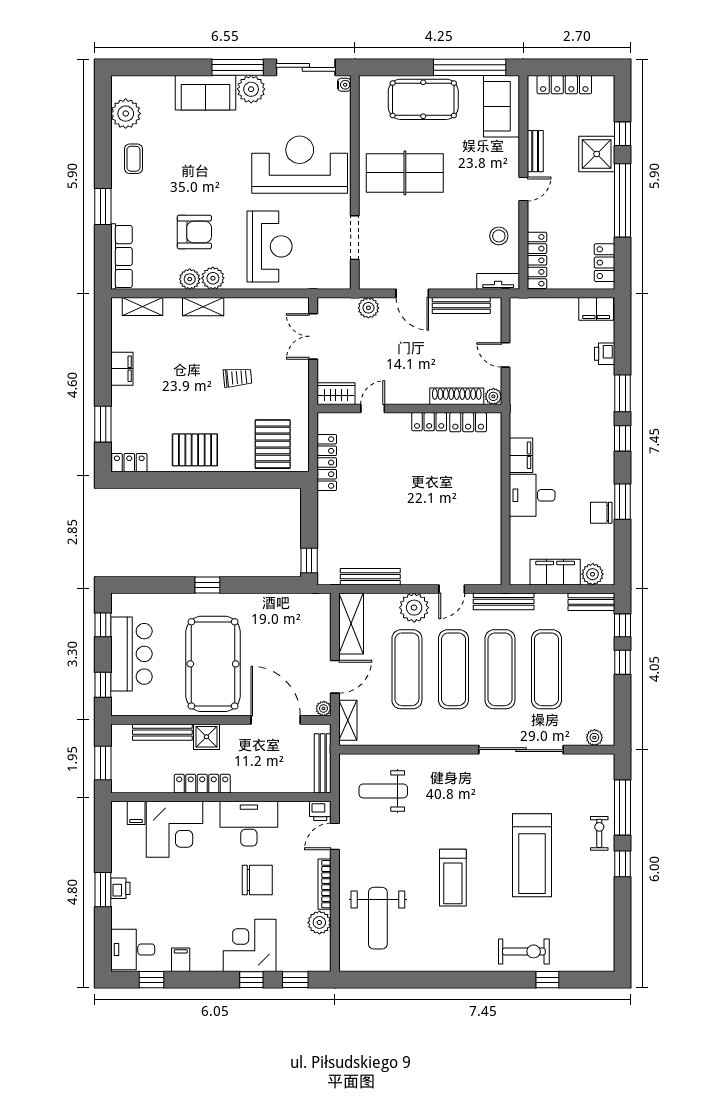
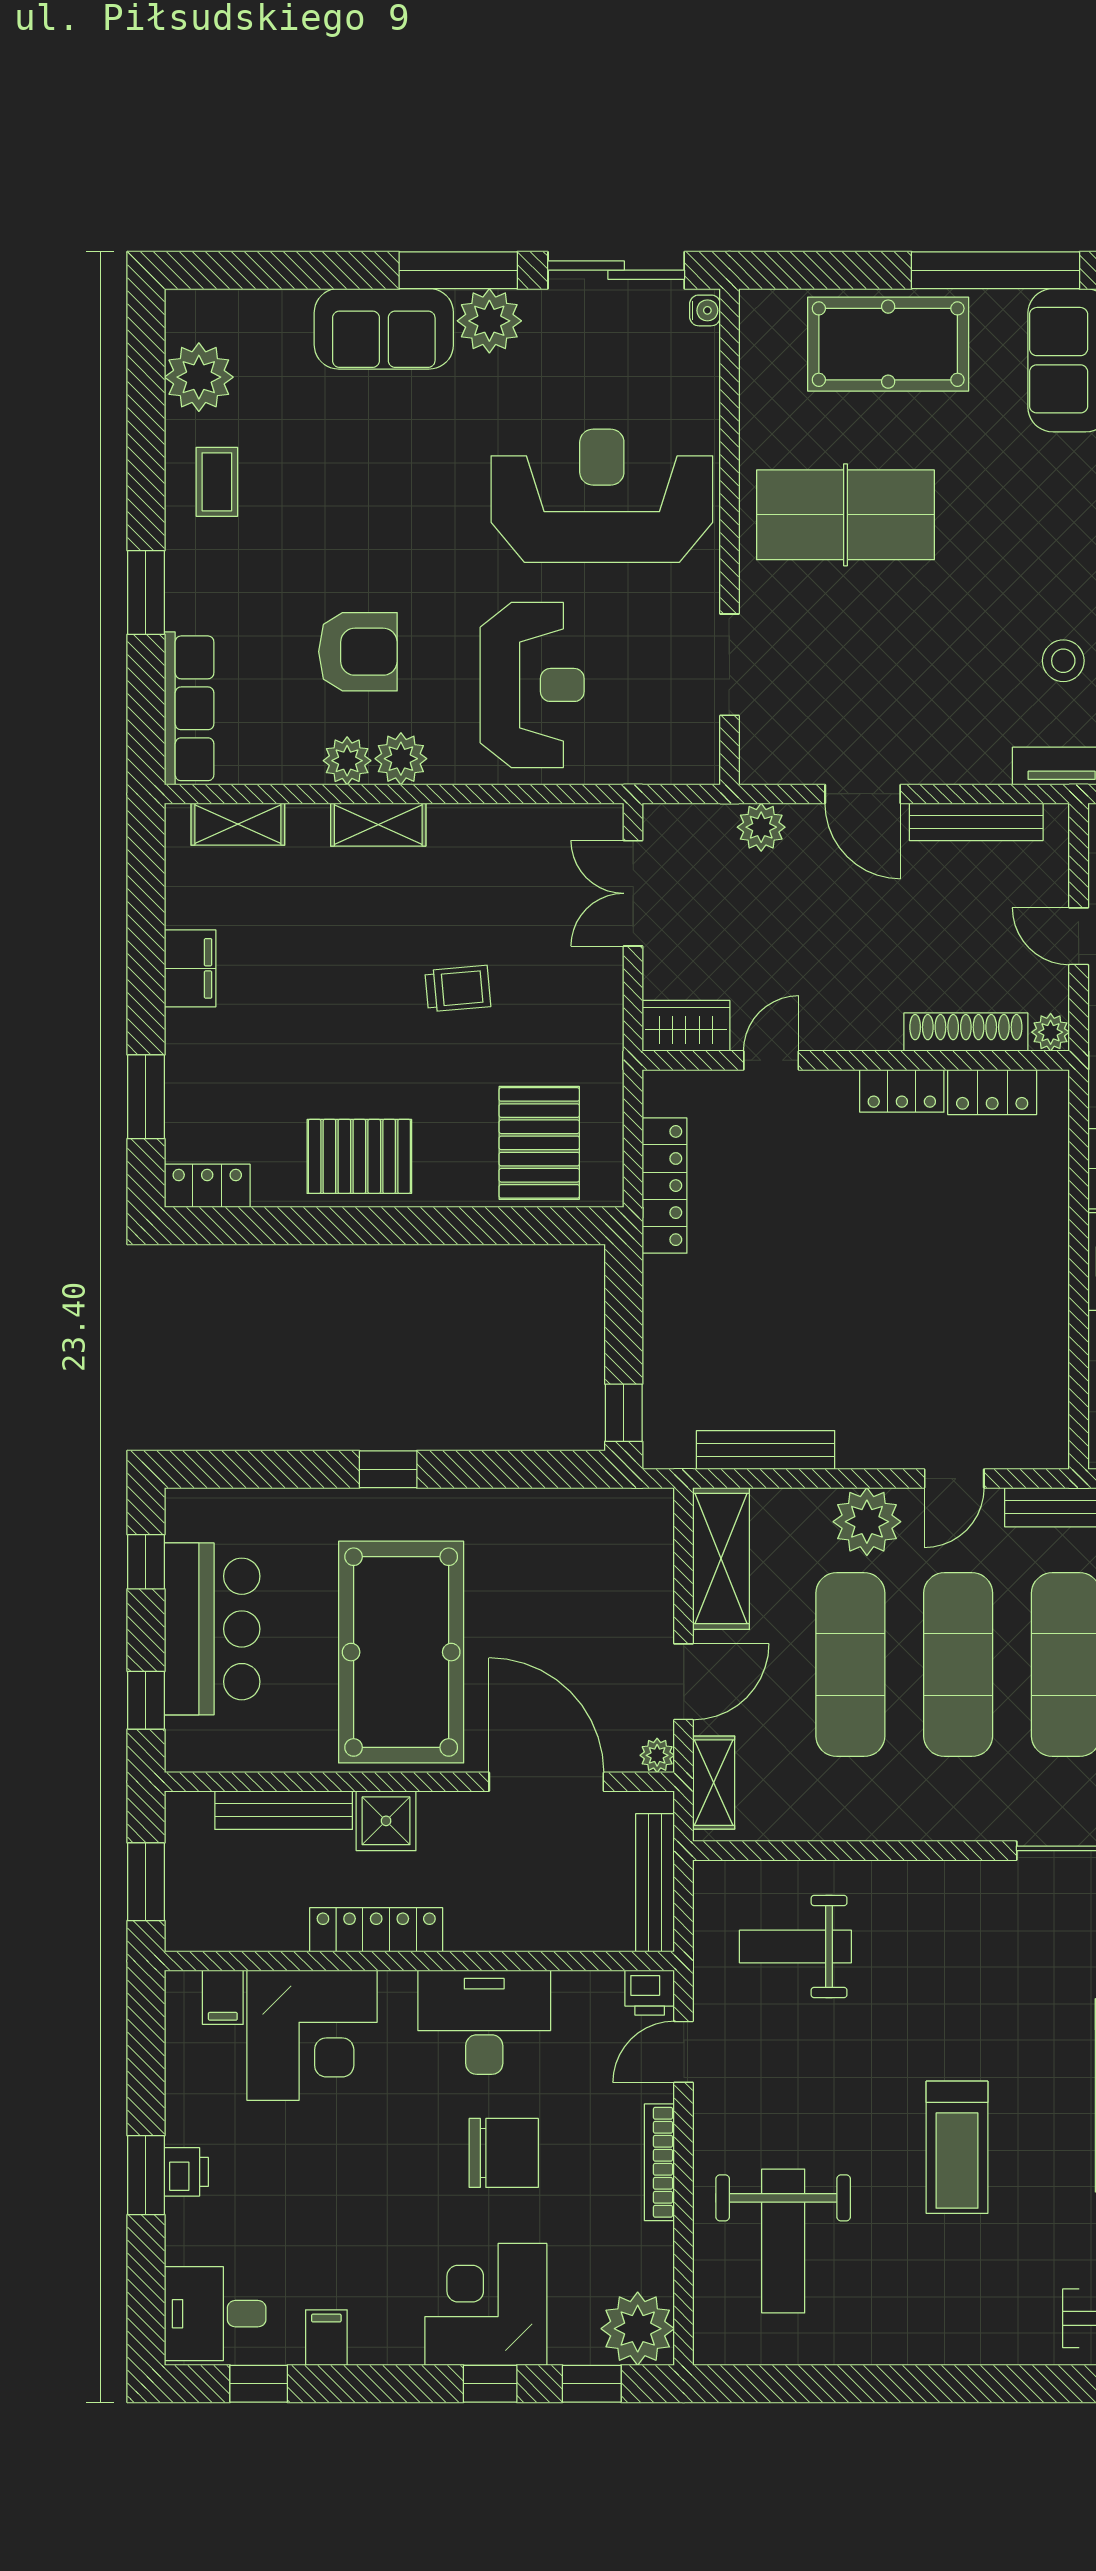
plant: (319, 922) -> (638, 2329), moved, width x1.36, depth x1.36

